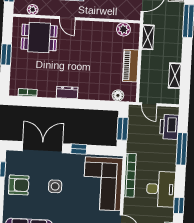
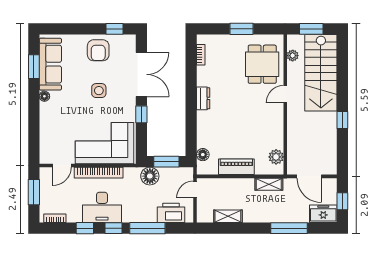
floor lamp: (135, 144) -> (150, 176), added
bookcase: (130, 175) -> (99, 173), moved
window: (180, 180) -> (114, 228), added

